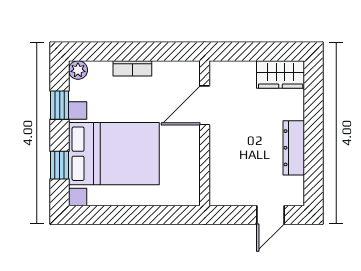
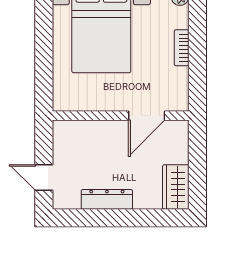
door: (205, 105) -> (147, 116), swing flipped

